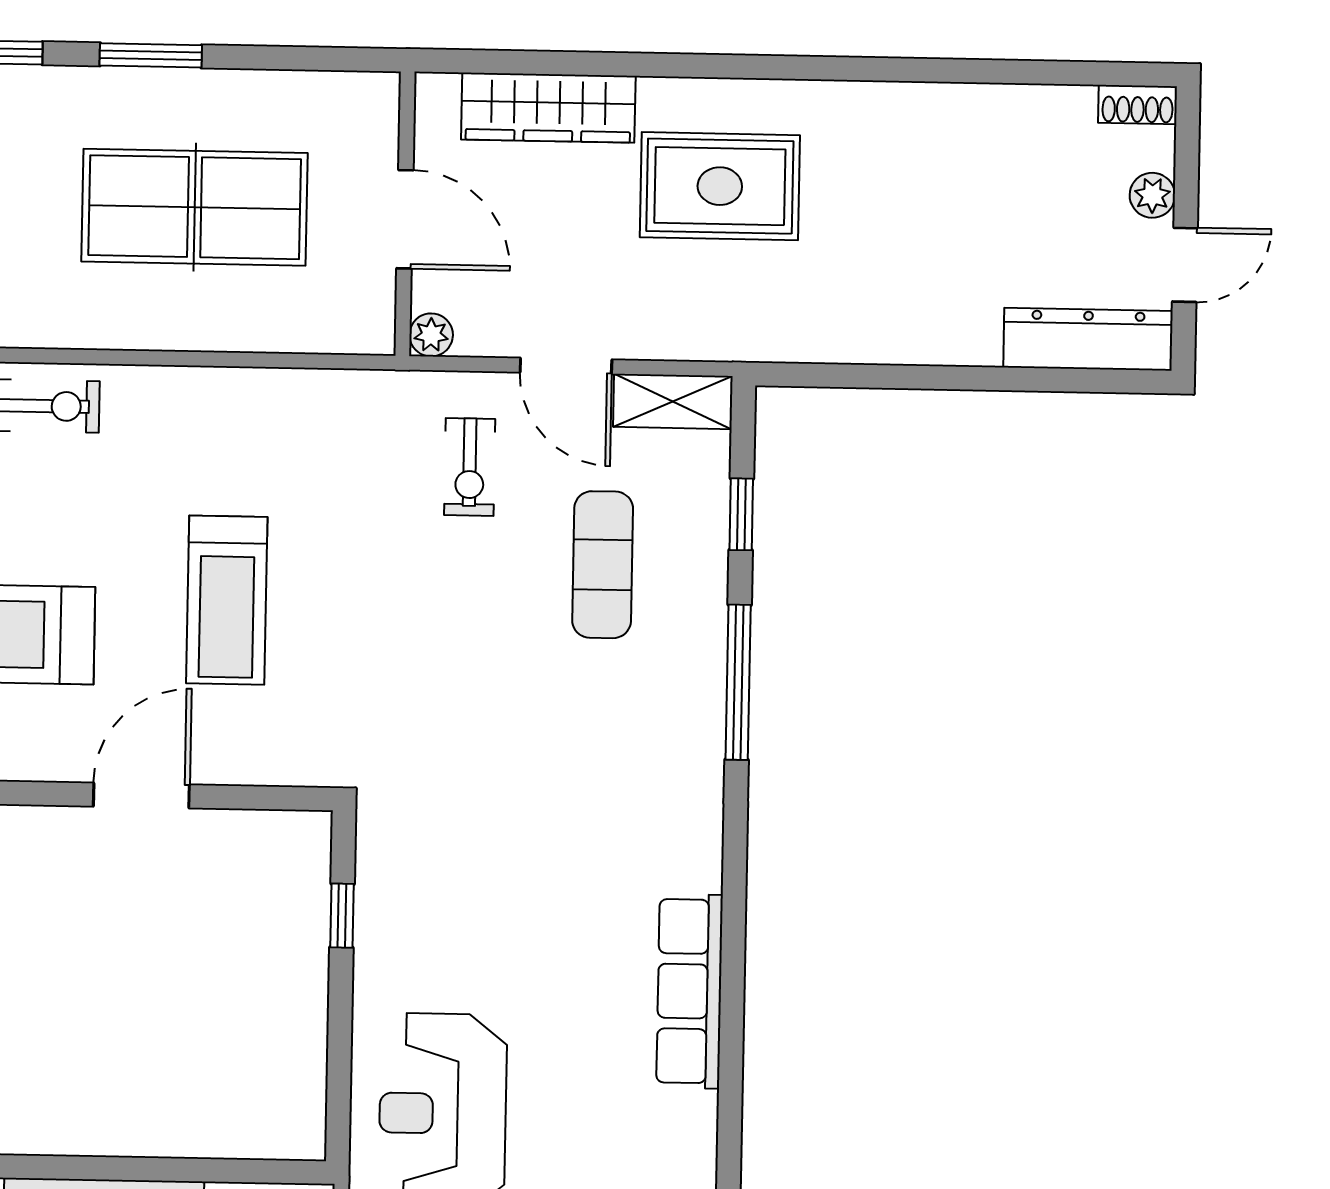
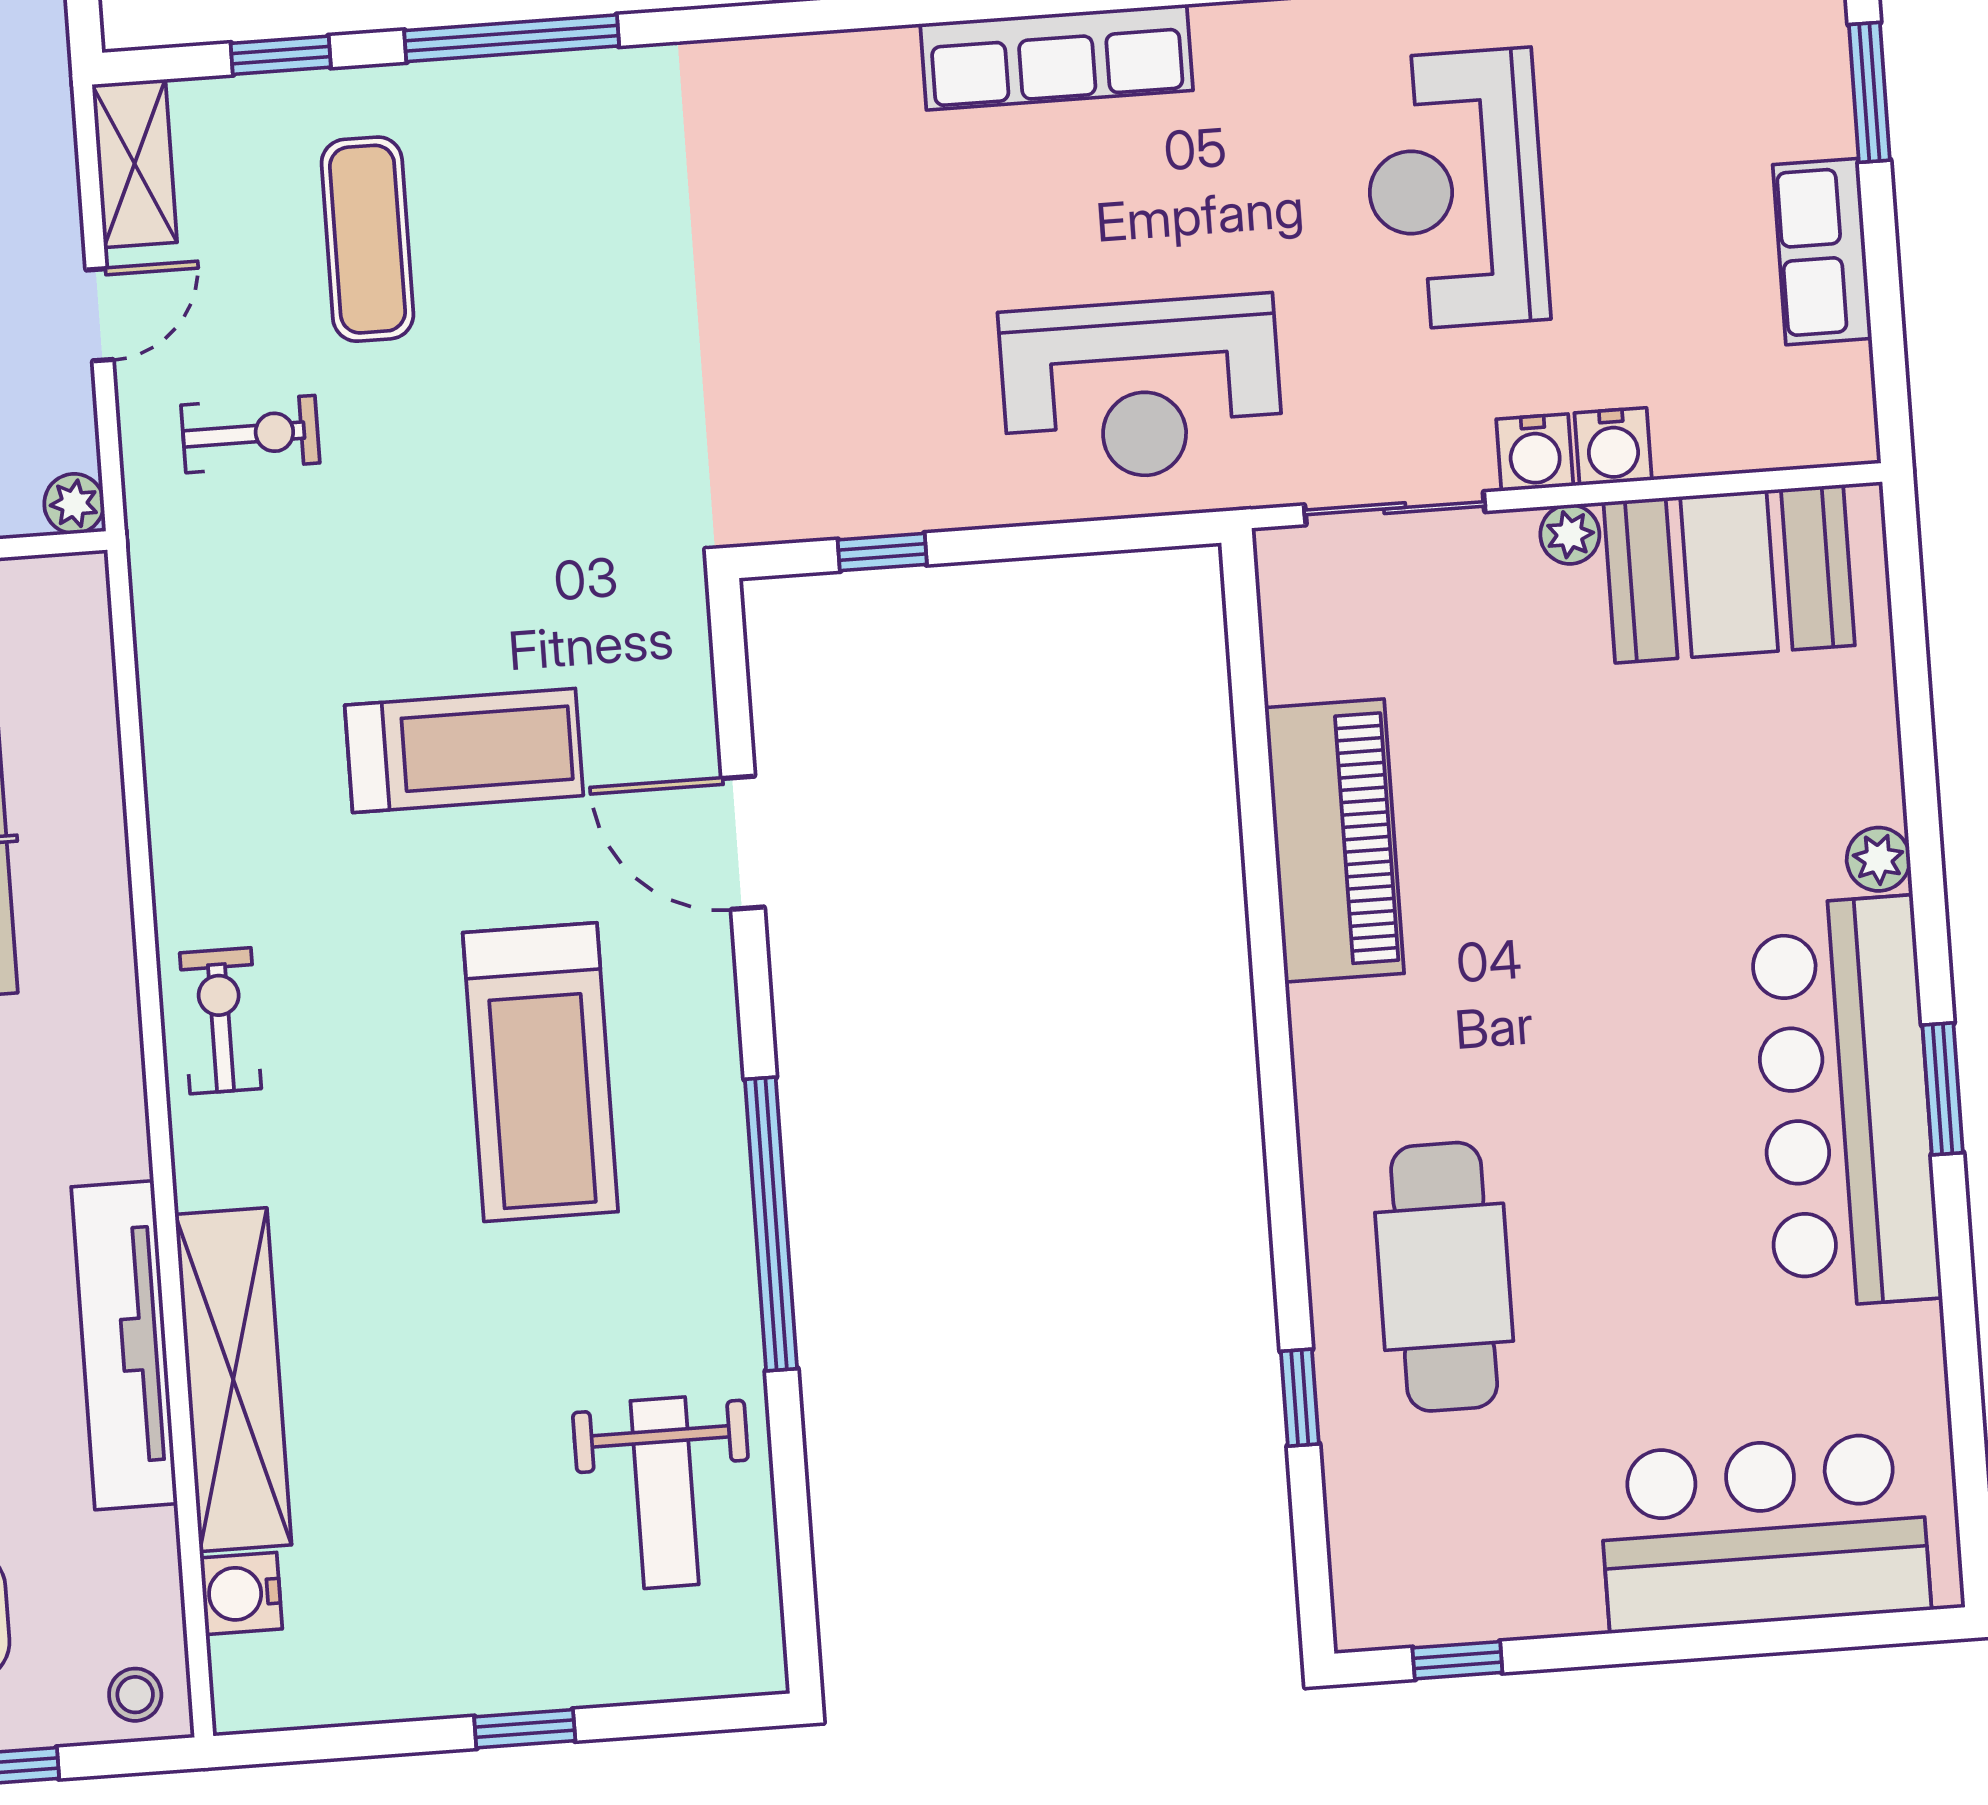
door: (566, 366) -> (99, 315), width x0.73
exercise mat: (603, 565) -> (367, 239), turned 90
row of seats: (689, 991) -> (1057, 57), moved

